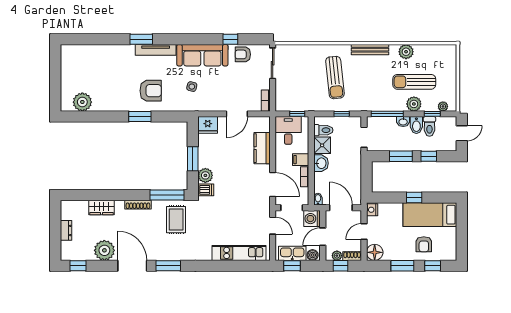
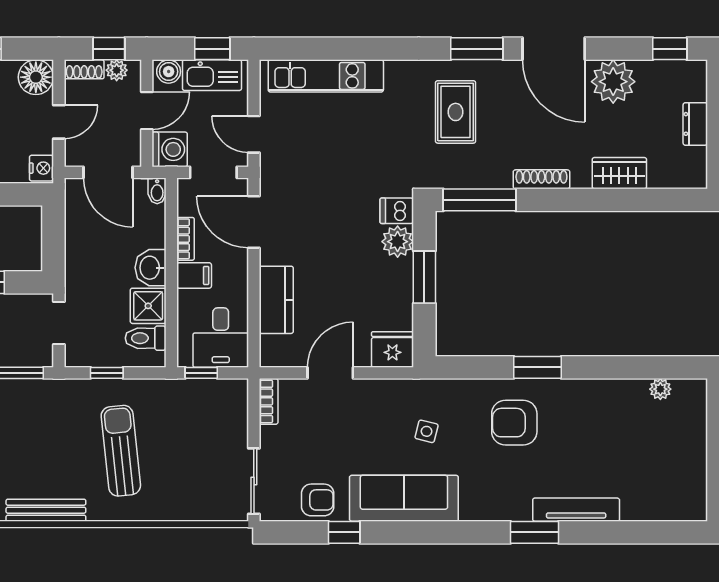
tv unit: (156, 50) -> (576, 510), moved
plant: (82, 102) -> (660, 389), width x0.53, depth x0.53
rug: (176, 220) -> (456, 112), moved

